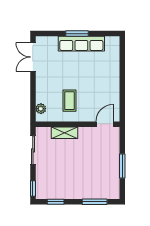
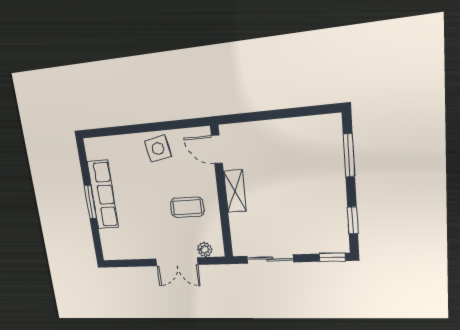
double door: (33, 57) -> (177, 262), moved
side table: (109, 86) -> (158, 149), added
shelving: (65, 133) -> (235, 191), moved
window: (122, 166) -> (283, 114), removed

